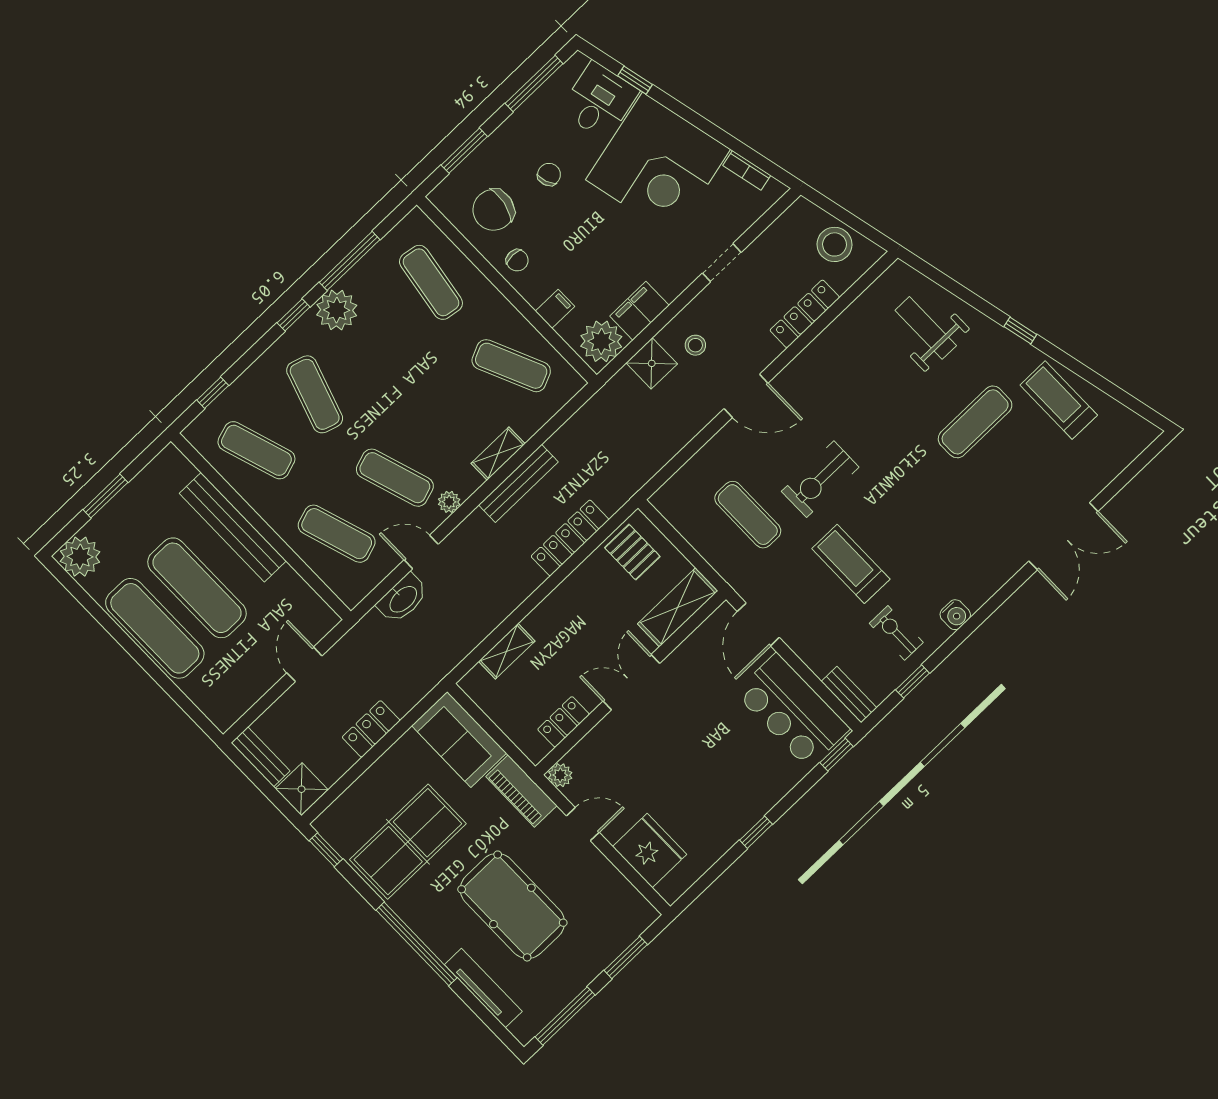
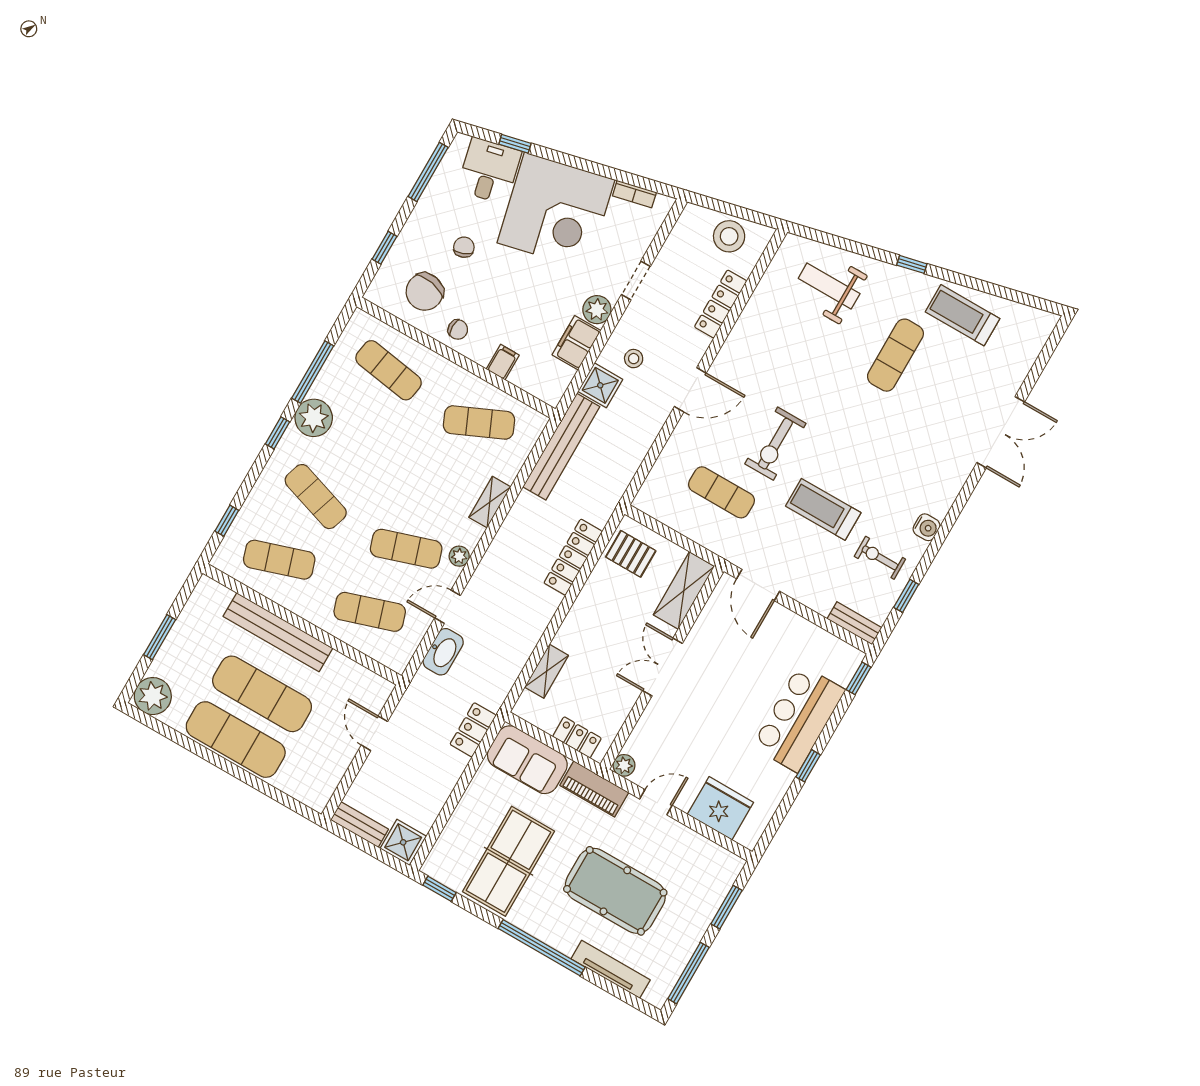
window: (464, 151) -> (384, 248), width x0.67
plant: (601, 341) -> (597, 310), moved, width x0.73, depth x0.73
bench: (518, 483) -> (561, 447), moved, width x1.37, depth x1.21
bar counter: (792, 711) -> (799, 718), moved, turned 90
locker: (563, 722) -> (577, 737), moved, turned 90
locker: (371, 729) -> (473, 730), moved

